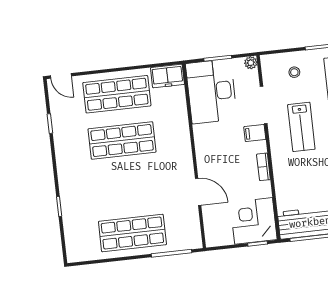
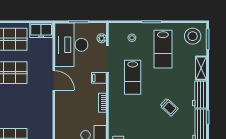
plant: (251, 63) -> (102, 38), moved
door: (198, 192) -> (54, 80), moved

